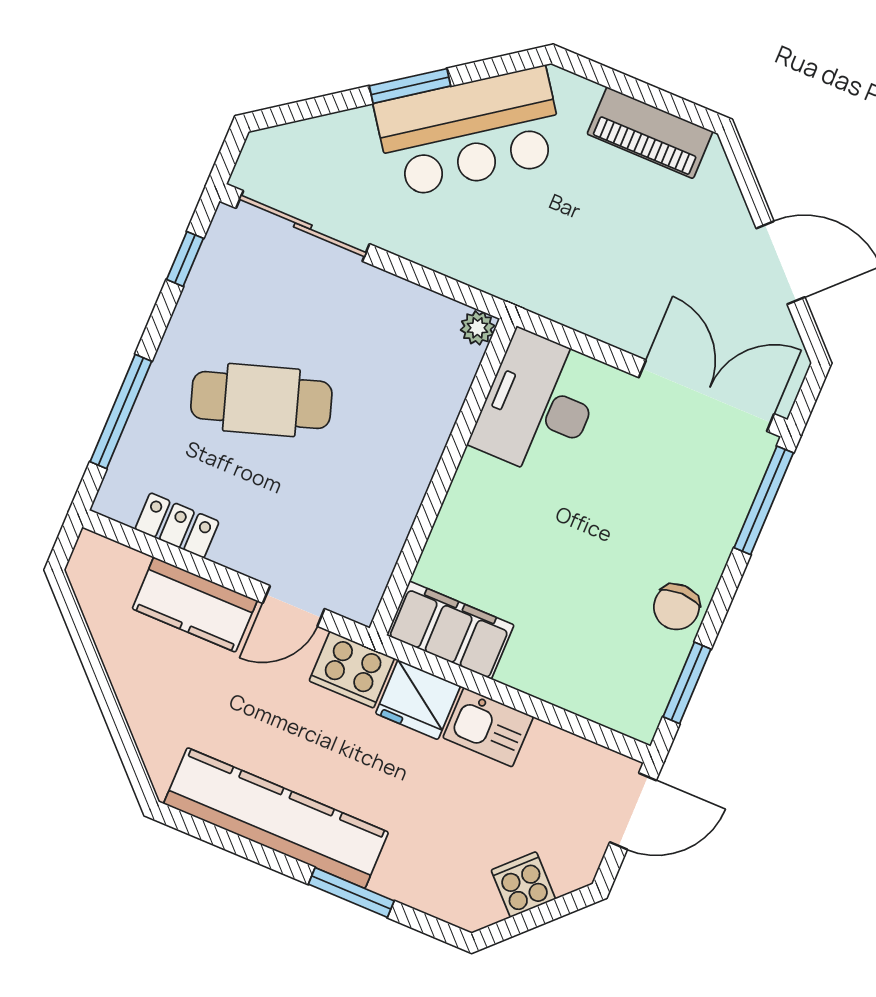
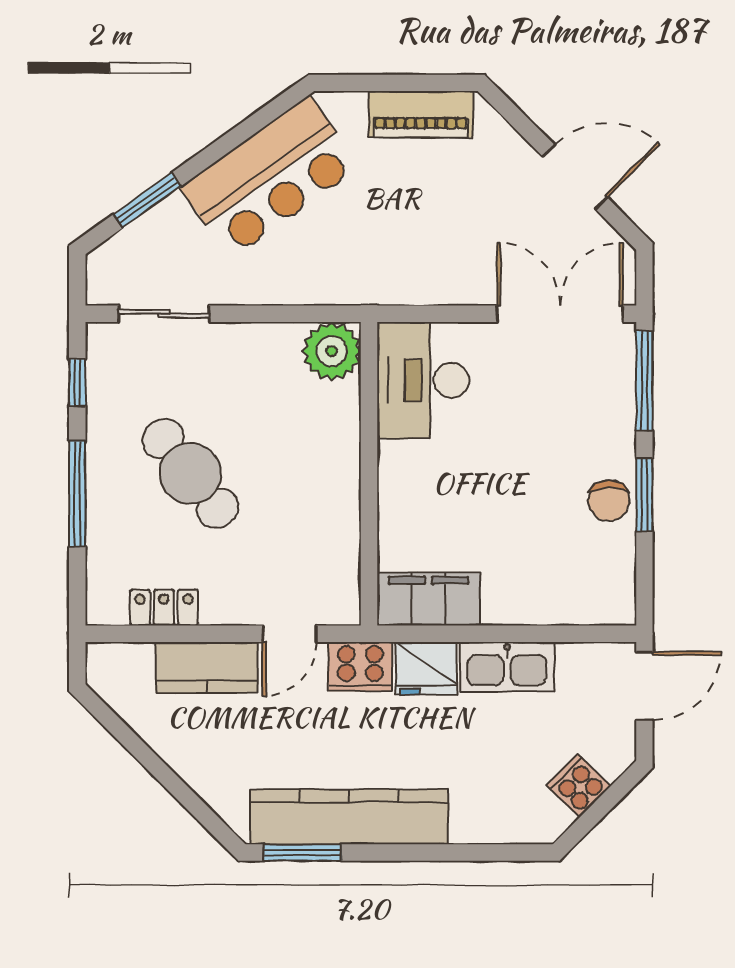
window: (410, 86) -> (147, 200), moved
sliding door: (303, 226) -> (164, 314), width x0.73
plant: (477, 328) -> (332, 351), width x1.87, depth x1.87
cafe table: (261, 400) -> (190, 473), turned 70
window: (121, 412) -> (77, 494), moved
window: (687, 683) -> (644, 495), moved
kitchen sink: (488, 727) -> (507, 667), width x1.38
window: (351, 893) -> (302, 853), moved

